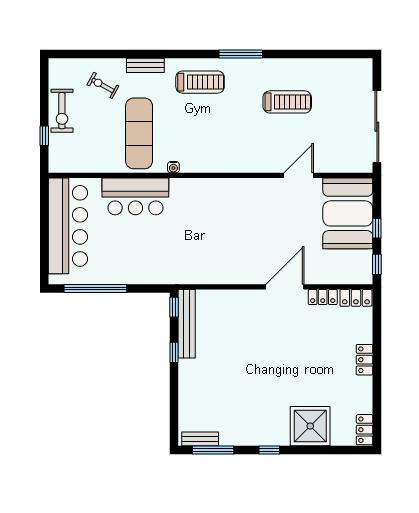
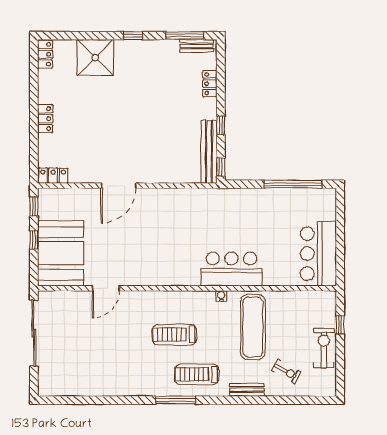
window: (241, 54) -> (176, 400), moved
treadmill: (287, 102) -> (174, 335), moved
bar counter: (135, 196) -> (231, 269), moved
bar counter: (68, 226) -> (318, 254), width x0.73
locker: (323, 297) -> (210, 84), moved, turned -90

